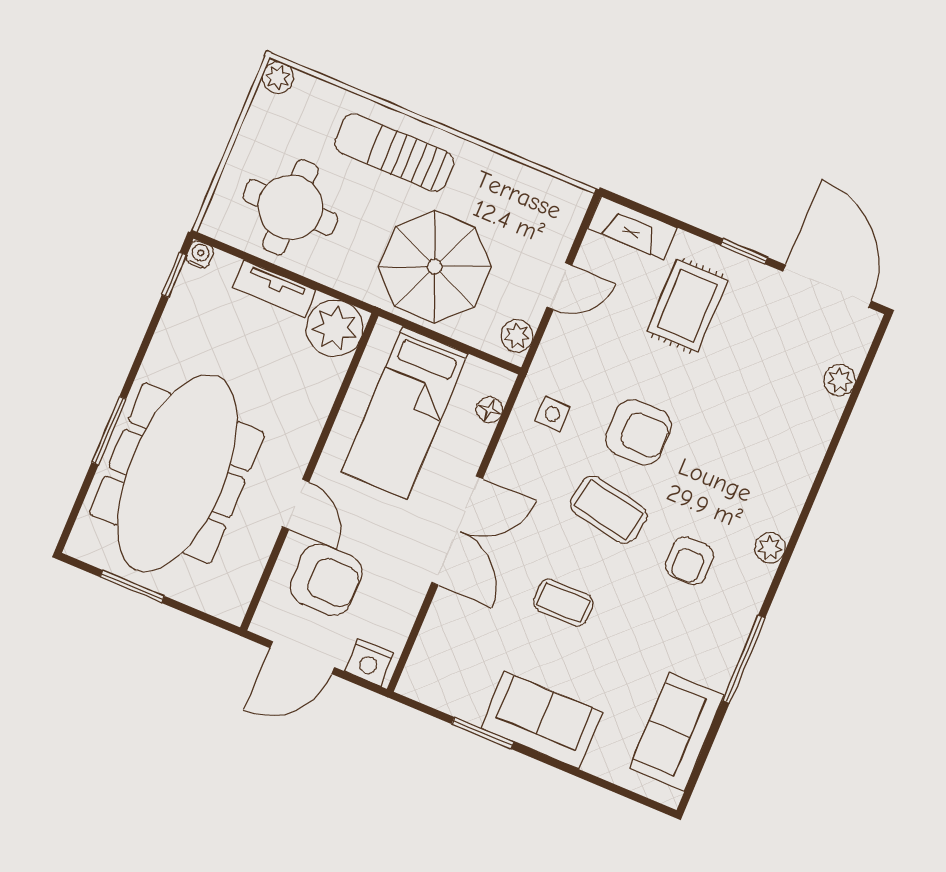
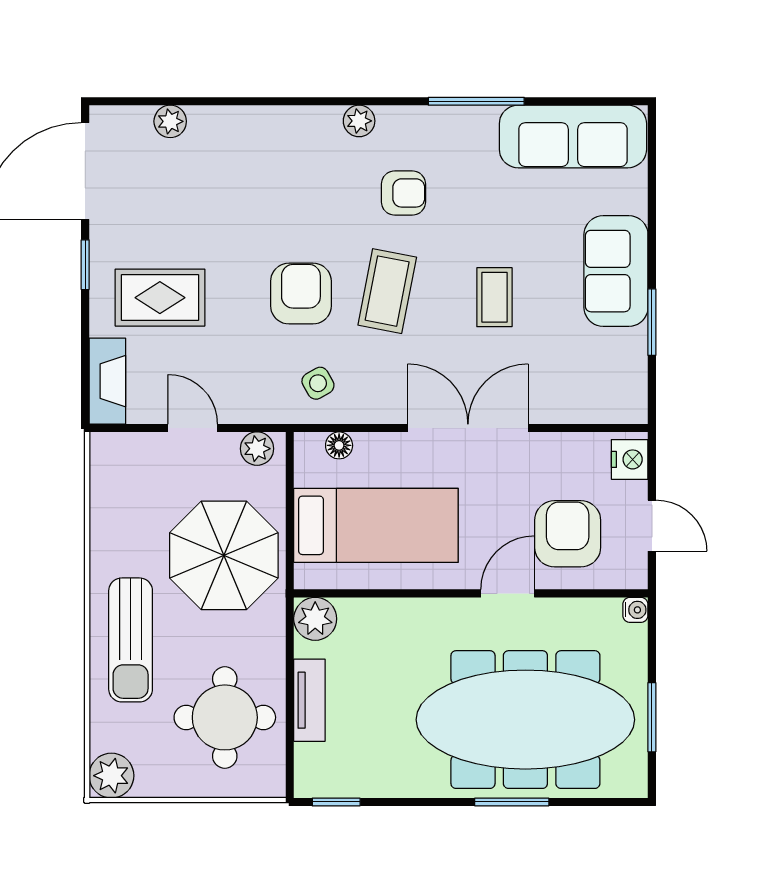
plant: (278, 77) -> (111, 776), width x1.38, depth x1.38
water cooler: (200, 254) -> (635, 610), moved, turned 180
plant: (335, 328) -> (315, 619), width x0.73, depth x0.73
side table: (552, 414) -> (318, 383), turned -30
door: (302, 658) -> (652, 526), width x0.73
sofa: (677, 732) -> (573, 136), width x1.36

